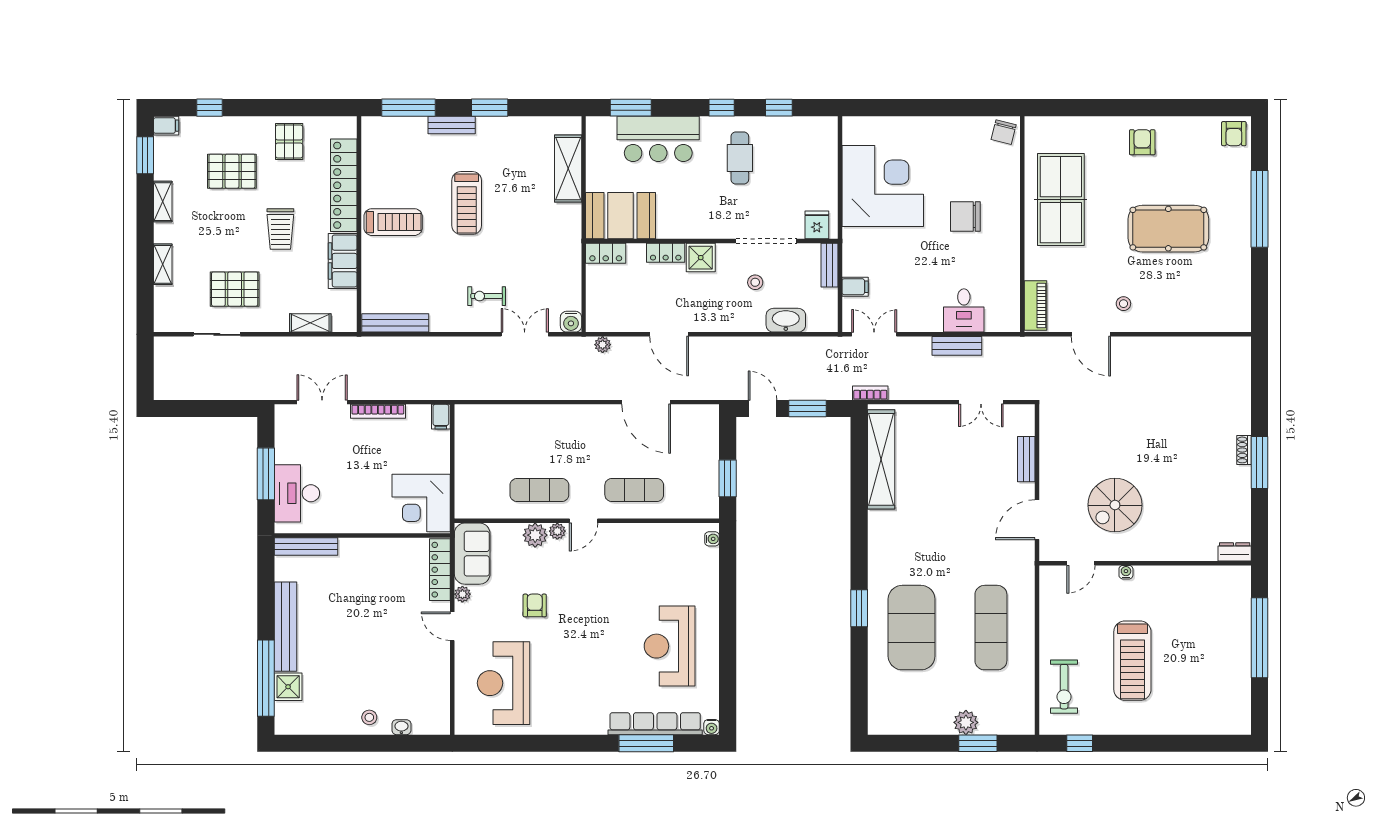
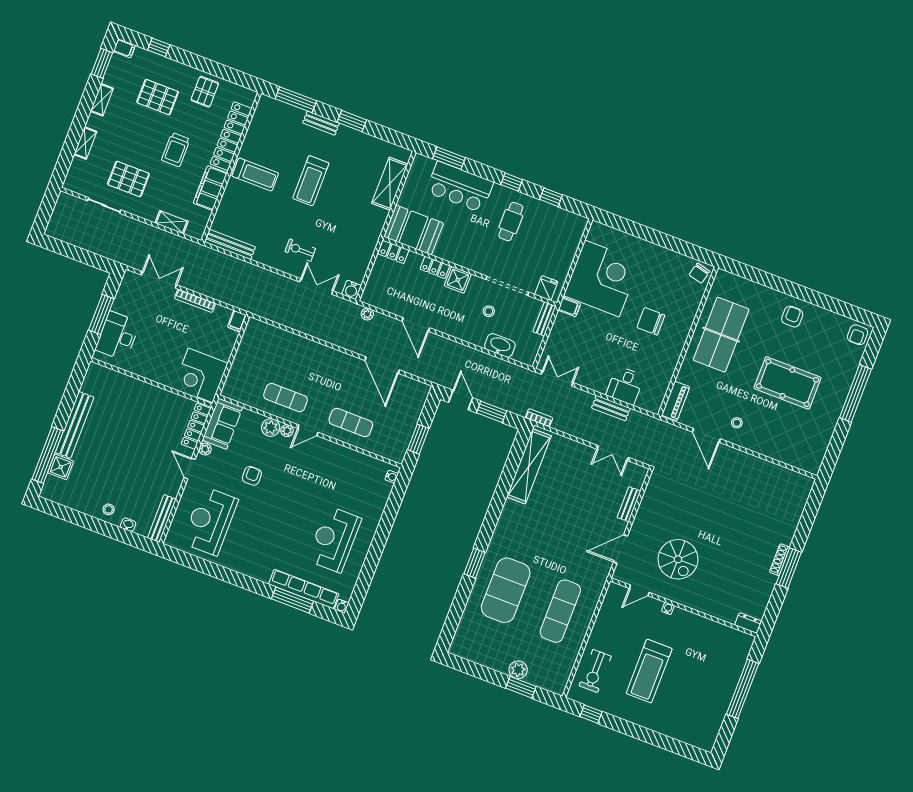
filing cabinet: (855, 287) -> (569, 307), moved
shoe rack: (1244, 450) -> (780, 560), width x1.43
spiral stairs: (1115, 505) -> (678, 559), turned -90
bench: (306, 547) -> (162, 518), moved, turned 90

